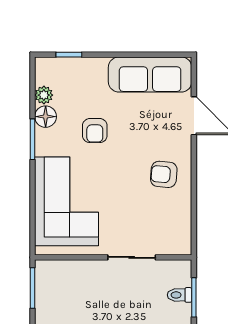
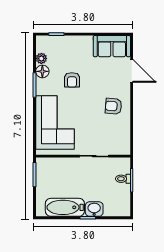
sofa: (150, 75) -> (112, 46), width x0.73

